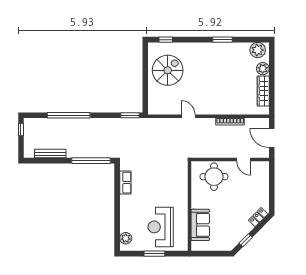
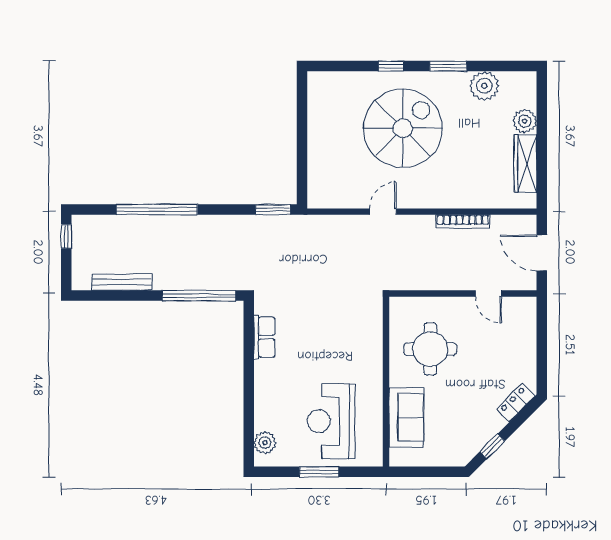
window: (166, 40) -> (391, 66), moved
plant: (258, 50) -> (484, 86), moved
spiral stairs: (168, 70) -> (403, 128), moved, width x1.37, depth x1.37
door: (188, 116) -> (383, 212), hinge flipped
round table: (214, 177) -> (430, 349), moved

